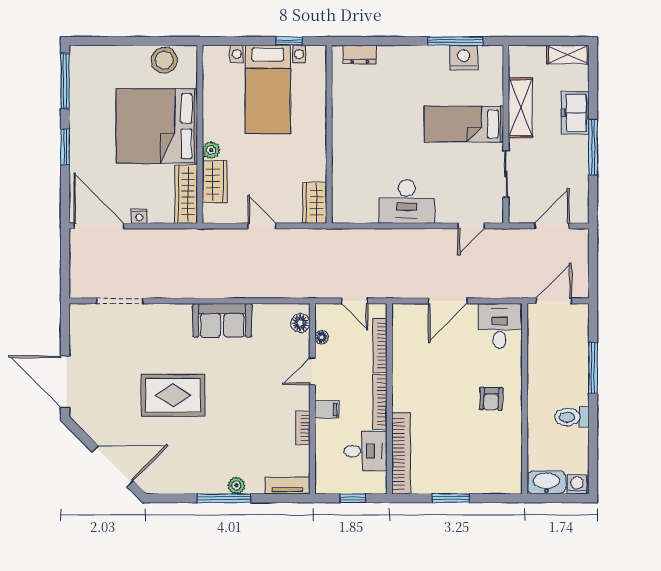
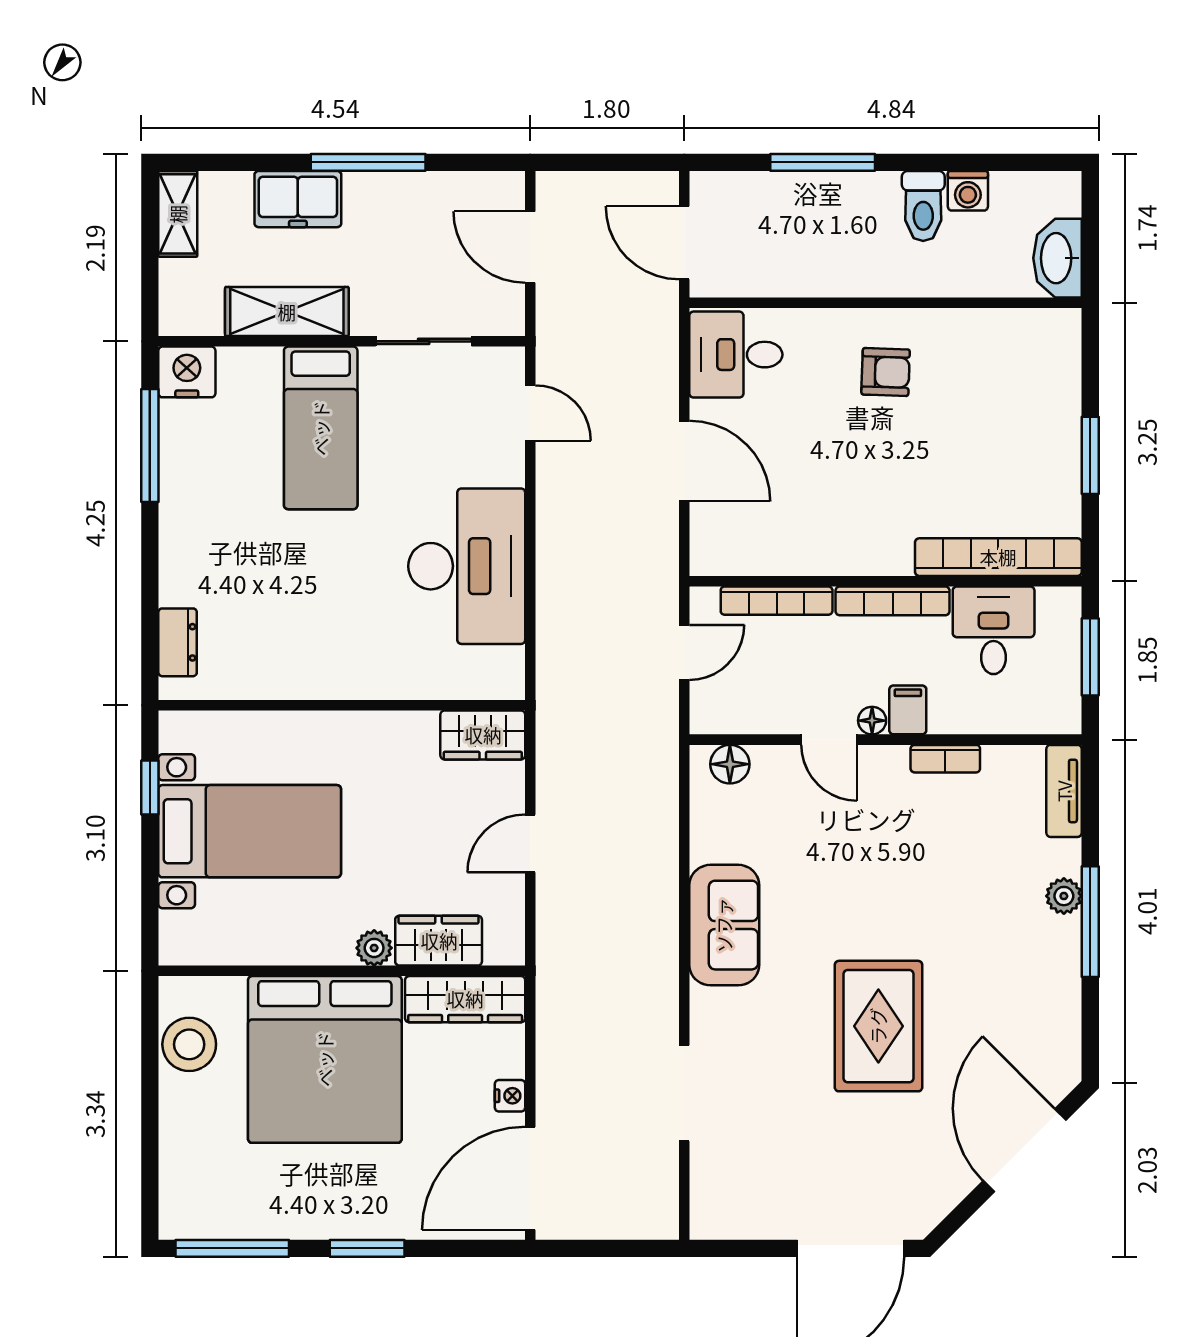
nightstand: (464, 58) -> (187, 372), moved, turned 90
desk: (407, 202) -> (467, 566), width x1.36, depth x1.30
doorway: (120, 301) -> (684, 1093), moved
floor lamp: (322, 337) -> (872, 721), moved
washing machine: (577, 484) -> (968, 191), moved, turned -90
window: (353, 498) -> (1090, 657), width x1.50

